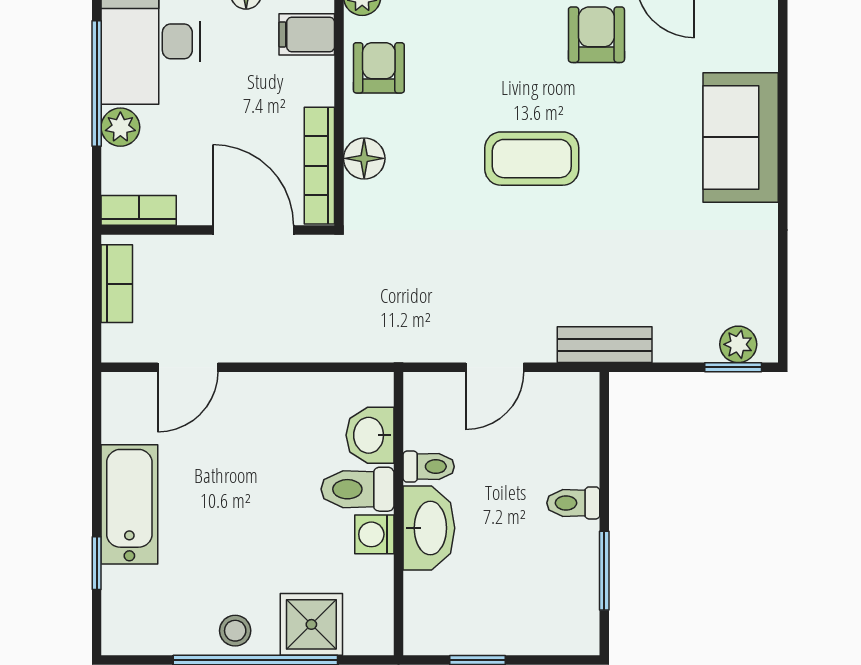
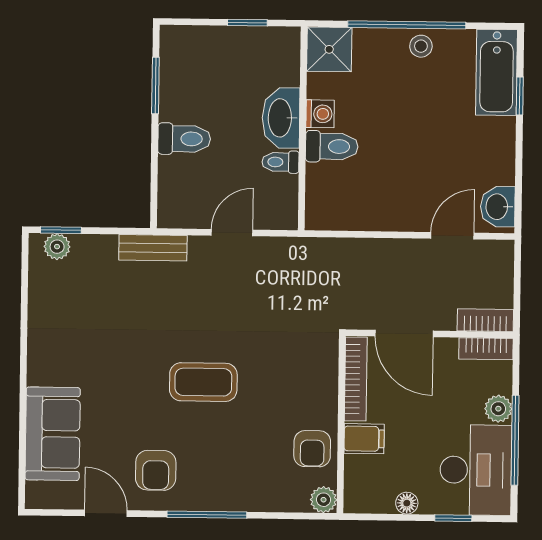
filing cabinet: (307, 34) -> (364, 439), moved
sofa: (741, 137) -> (53, 434), moved
floor lamp: (364, 158) -> (324, 384), removed
bookcase: (117, 284) -> (485, 320), moved, turned 90
washbasin: (370, 435) -> (498, 207), moved, turned 180
toilet: (573, 503) -> (184, 139), width x1.37, depth x1.39
bathtub: (129, 504) -> (497, 72), moved
shower: (311, 624) -> (329, 49), moved

